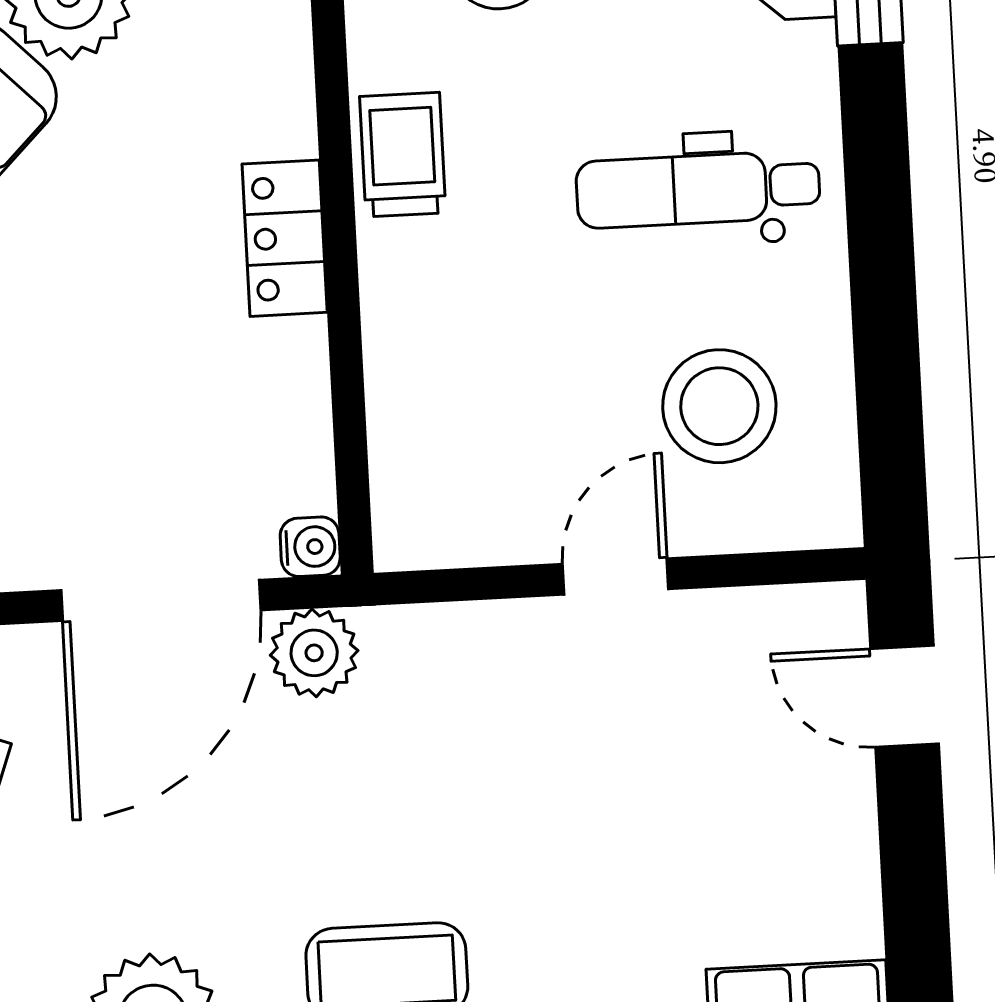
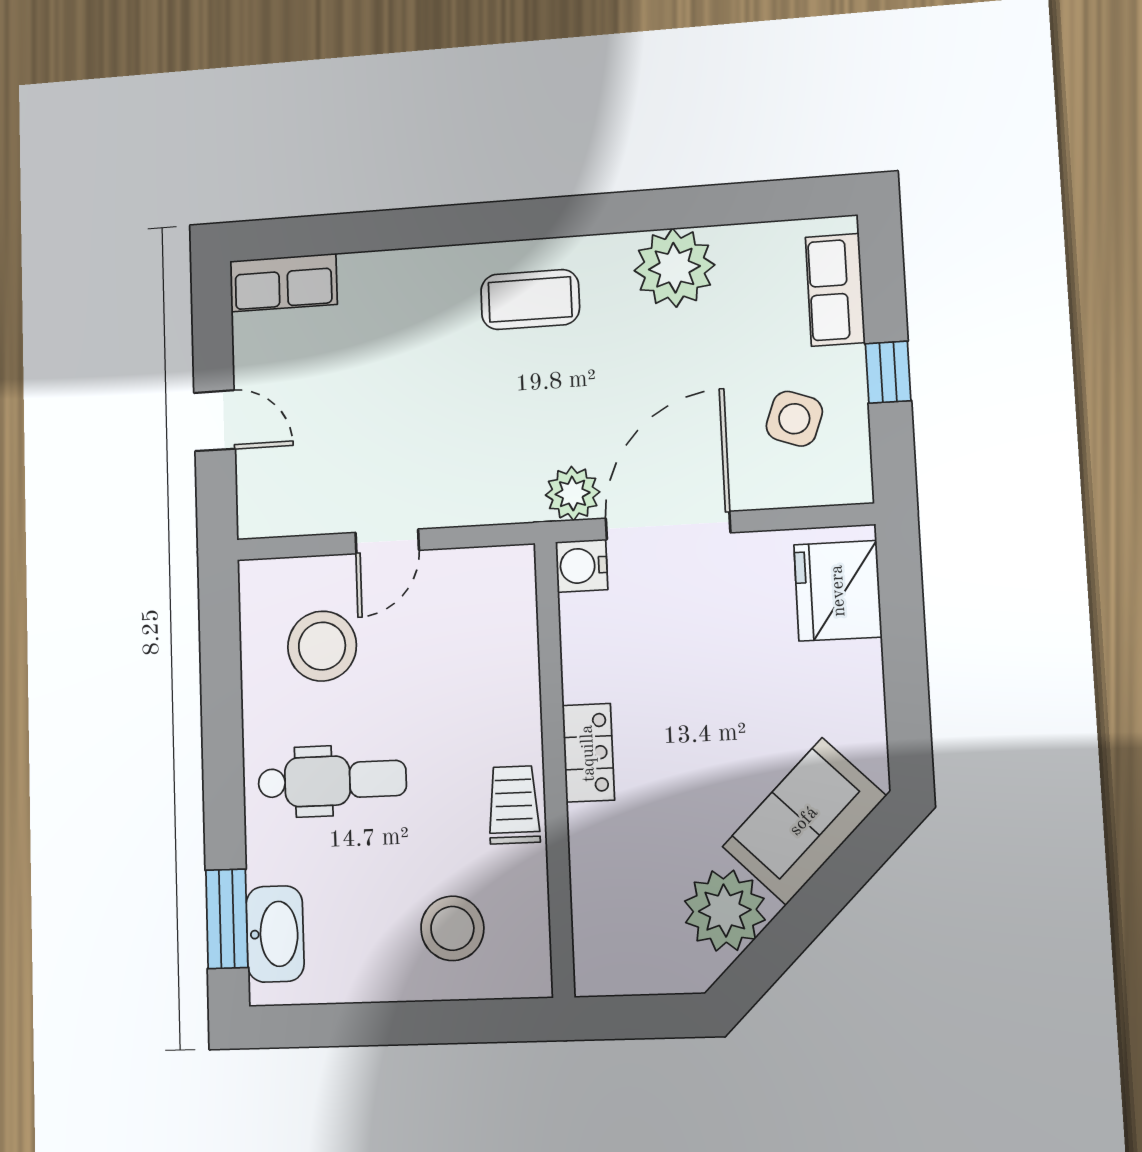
trolley: (403, 155) -> (514, 805), turned 180
water cooler: (310, 547) -> (582, 566), width x1.38, depth x1.38
door: (905, 696) -> (215, 421), moved

